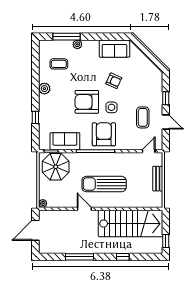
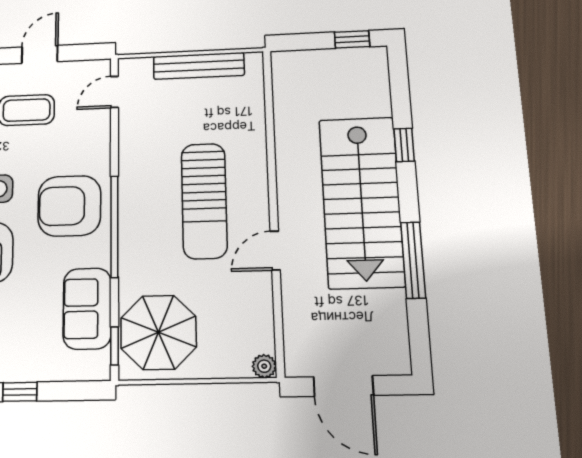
door: (149, 151) -> (114, 92), hinge flipped
bench: (158, 179) -> (199, 66), width x1.36
stairs: (131, 224) -> (361, 202), moved, turned 180

